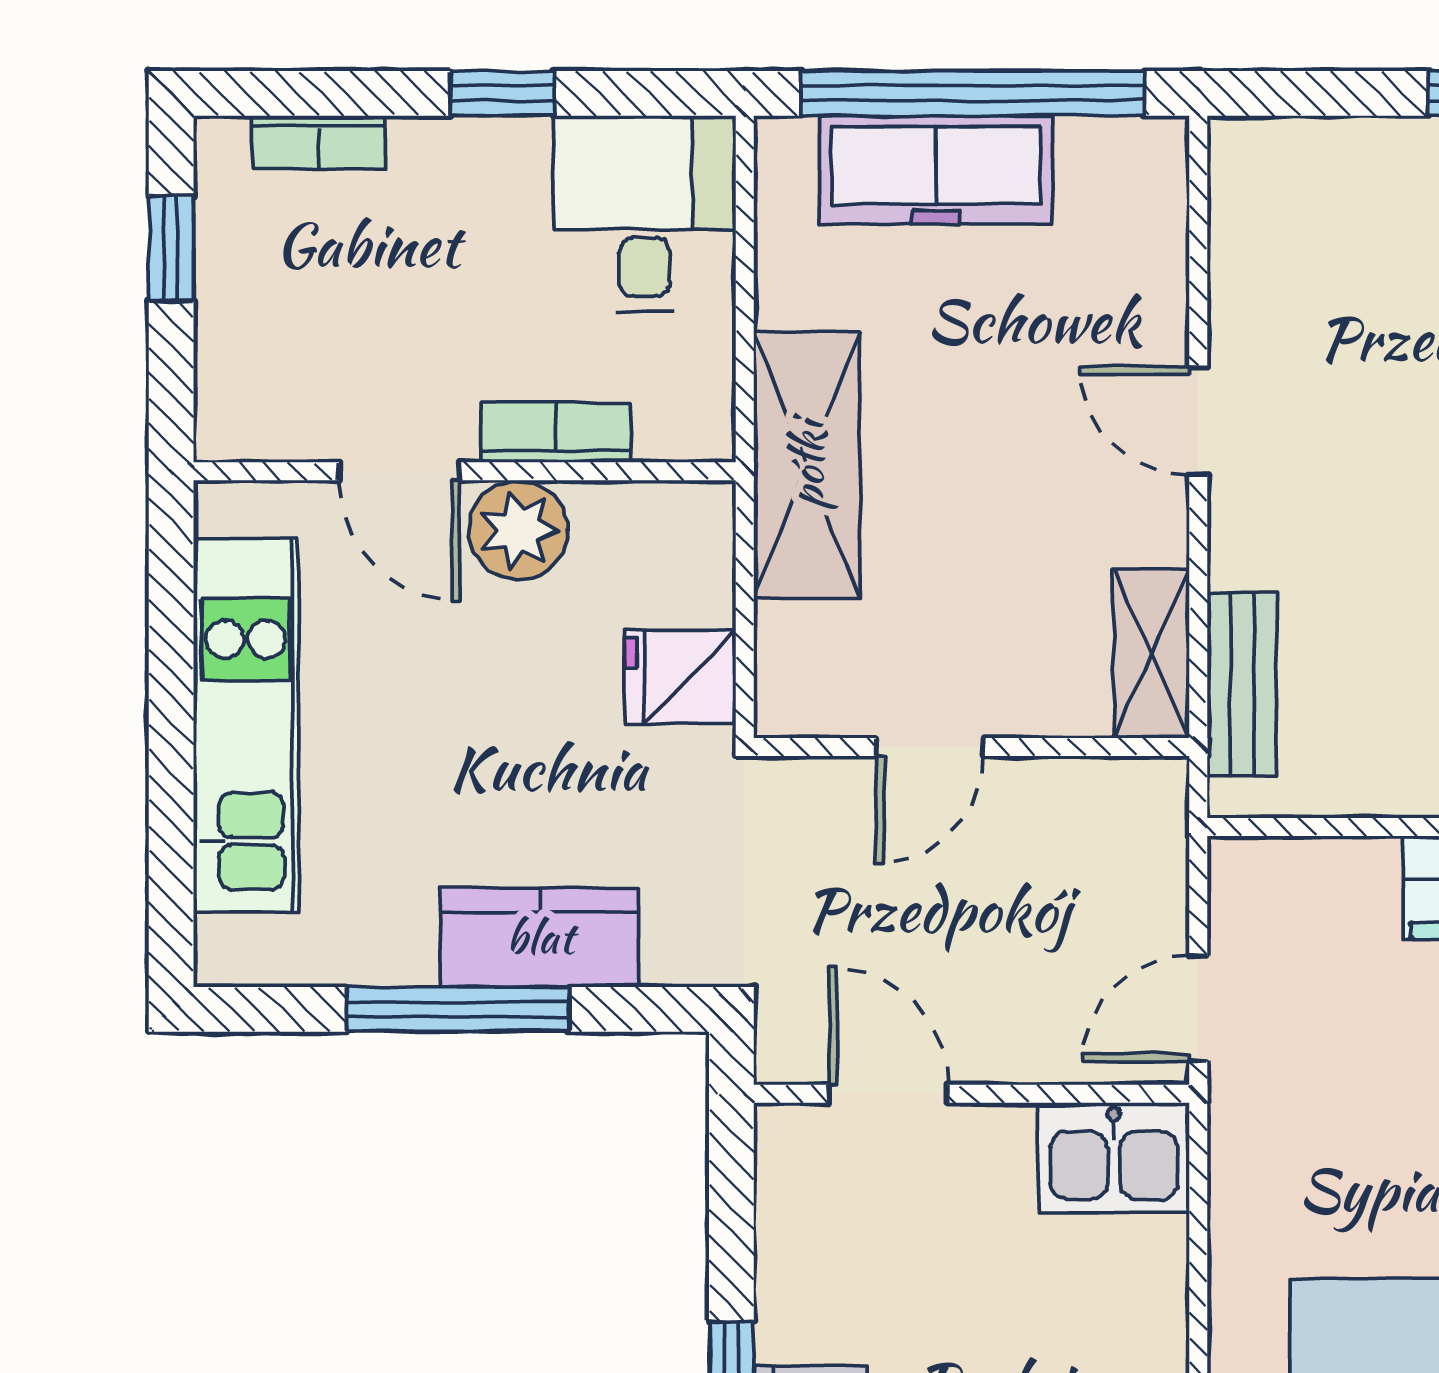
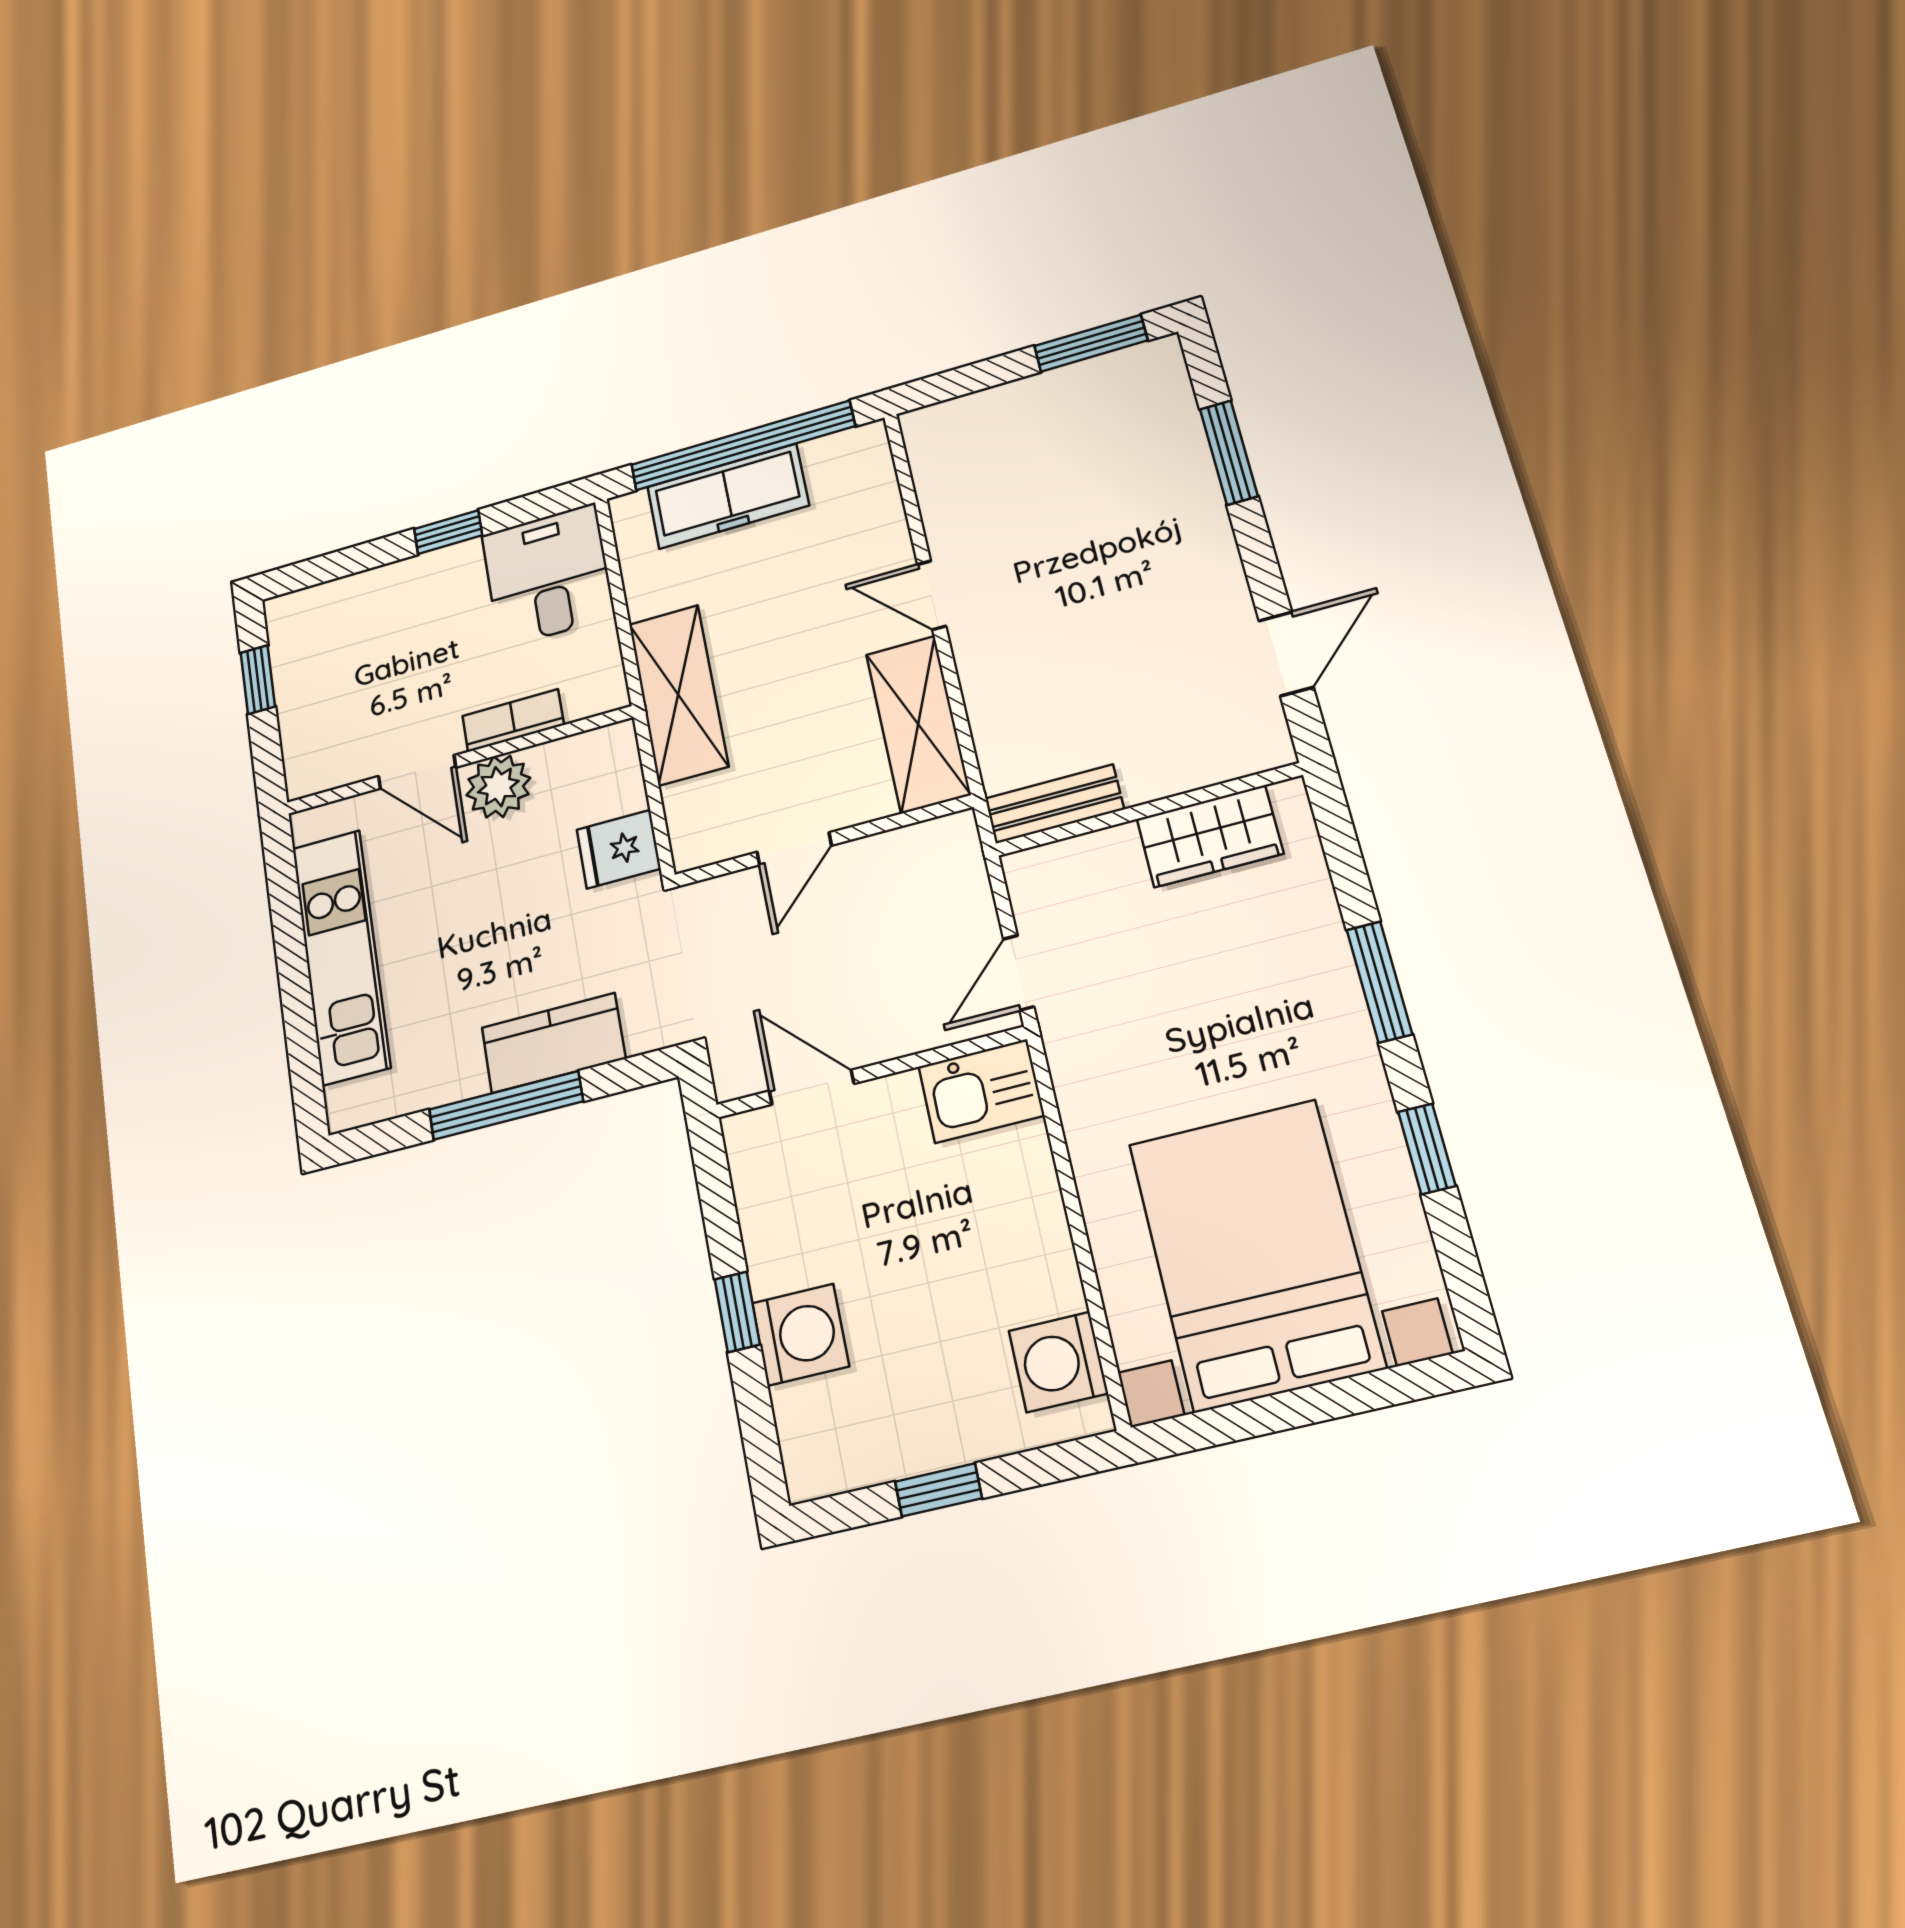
bookcase: (319, 142) -> (340, 593), removed
shelving: (1151, 654) -> (918, 724), width x1.50, depth x1.33
bench: (1242, 685) -> (1054, 804), moved, turned 90

